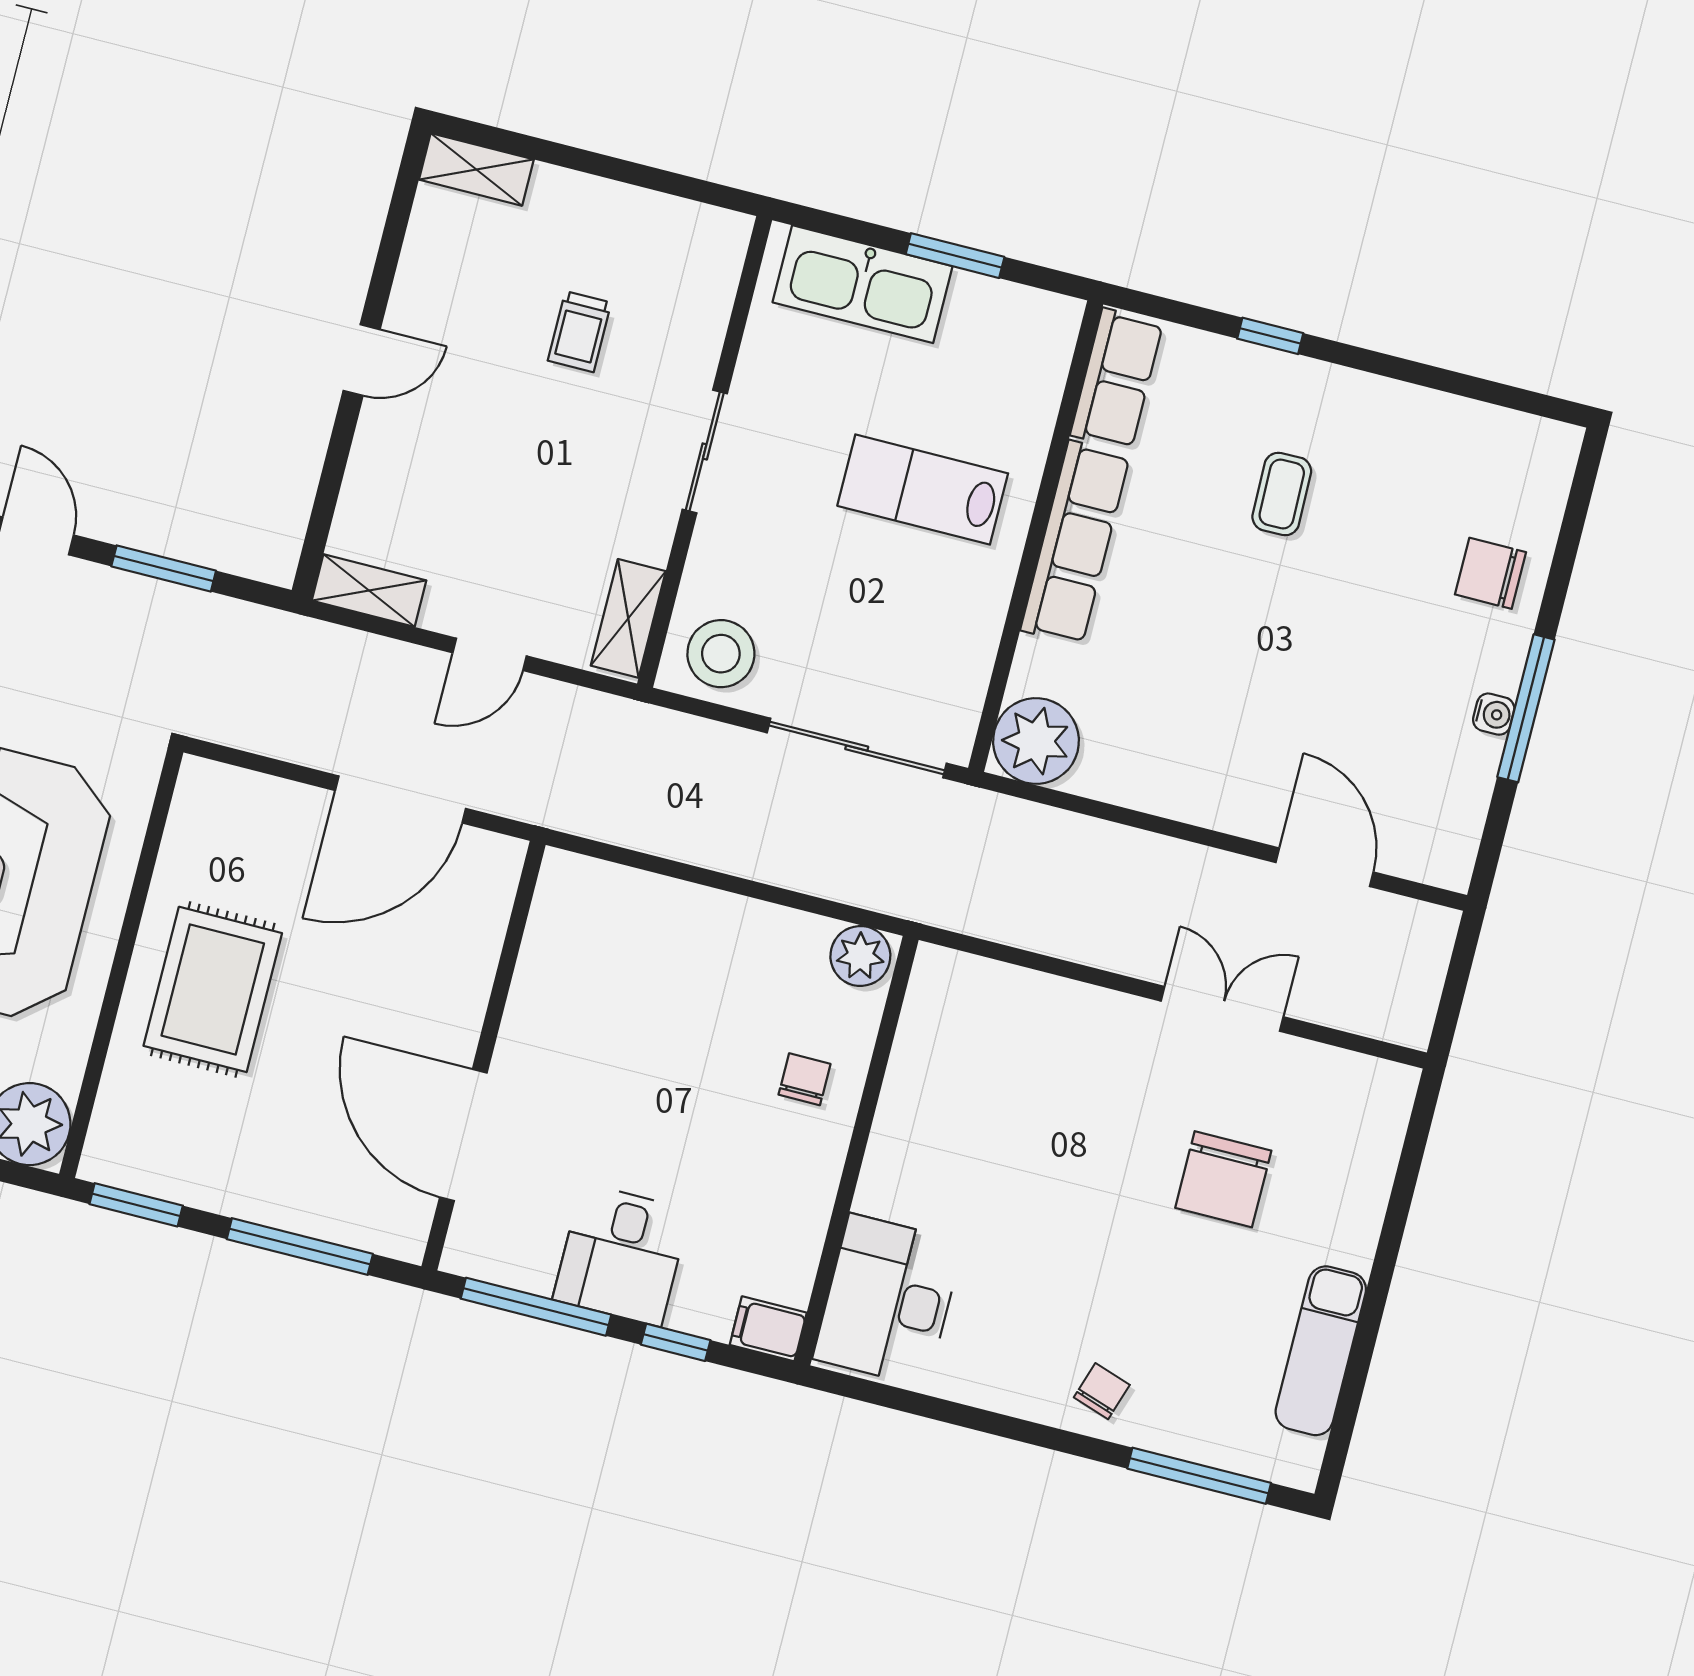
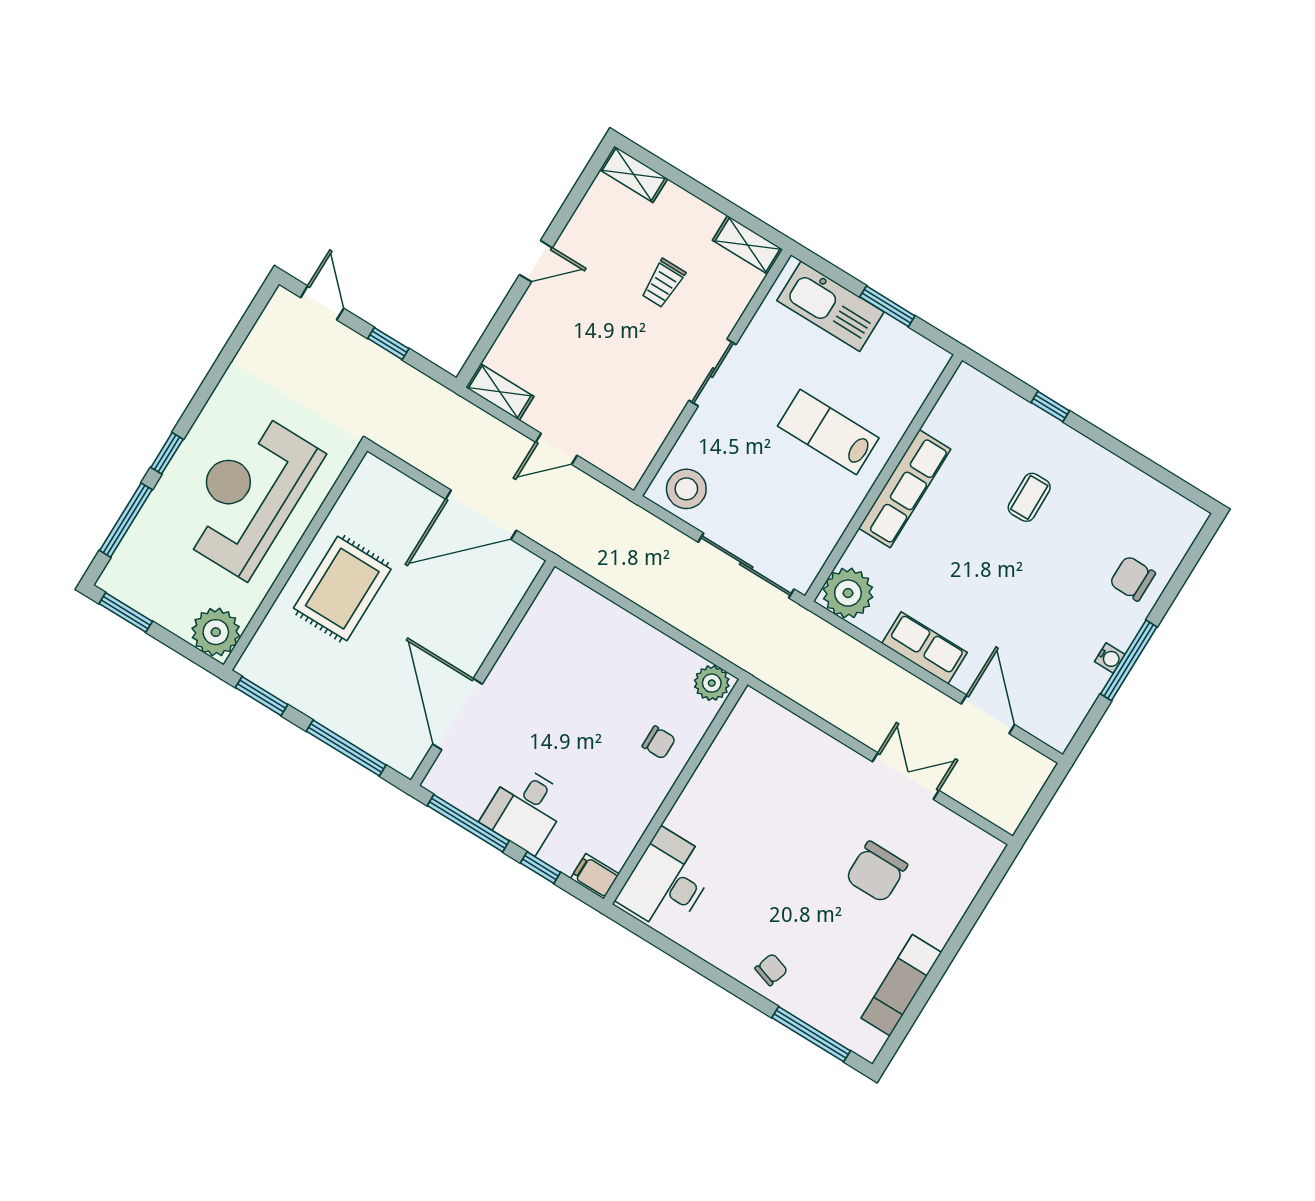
row of seats: (1117, 379) -> (925, 648), moved, turned -90
window: (164, 568) -> (388, 344), width x0.67
shelving: (628, 618) -> (748, 245), moved, turned 90
chair: (805, 1079) -> (659, 742), turned 90

